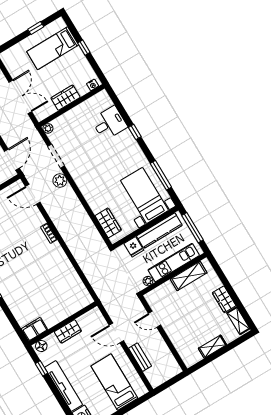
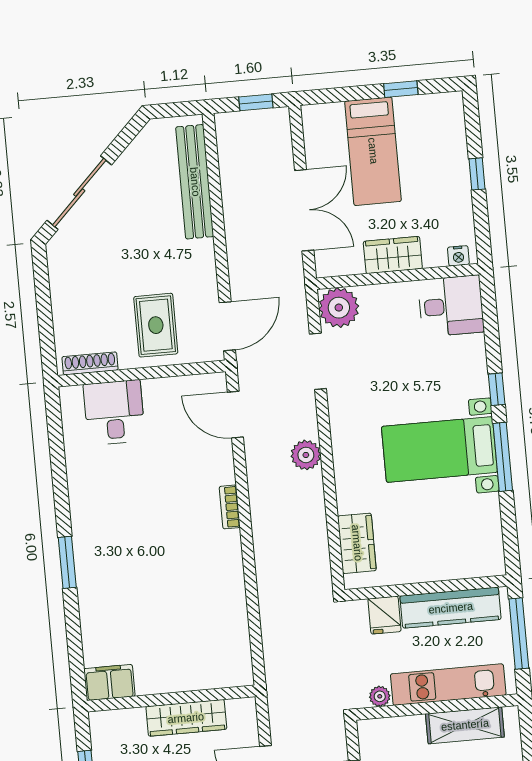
bed: (53, 48) -> (373, 151), moved, turned -90
desk: (109, 123) -> (451, 306), moved
plant: (48, 128) -> (339, 308), width x1.88, depth x1.88
window: (161, 175) -> (503, 457), moved
plant: (60, 181) -> (306, 455), moved
bed with nightstands: (144, 195) -> (439, 449), moved, turned -90
wardrobe: (68, 331) -> (186, 718), width x1.50
floor lamp: (41, 346) -> (107, 722), removed

